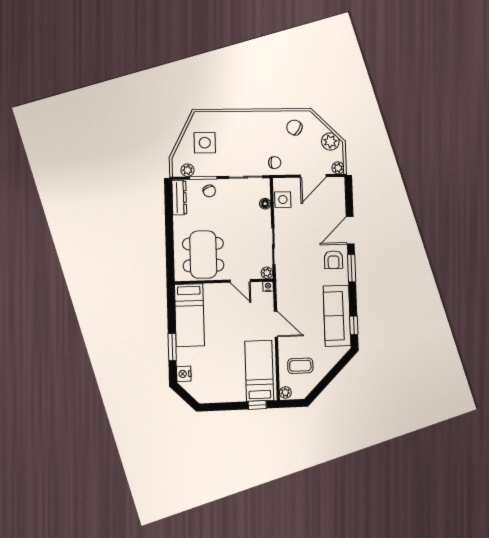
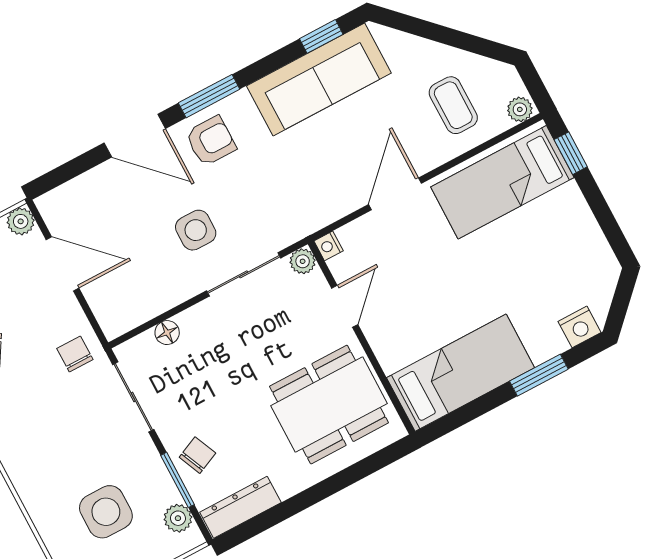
side table: (283, 200) -> (196, 230), moved

